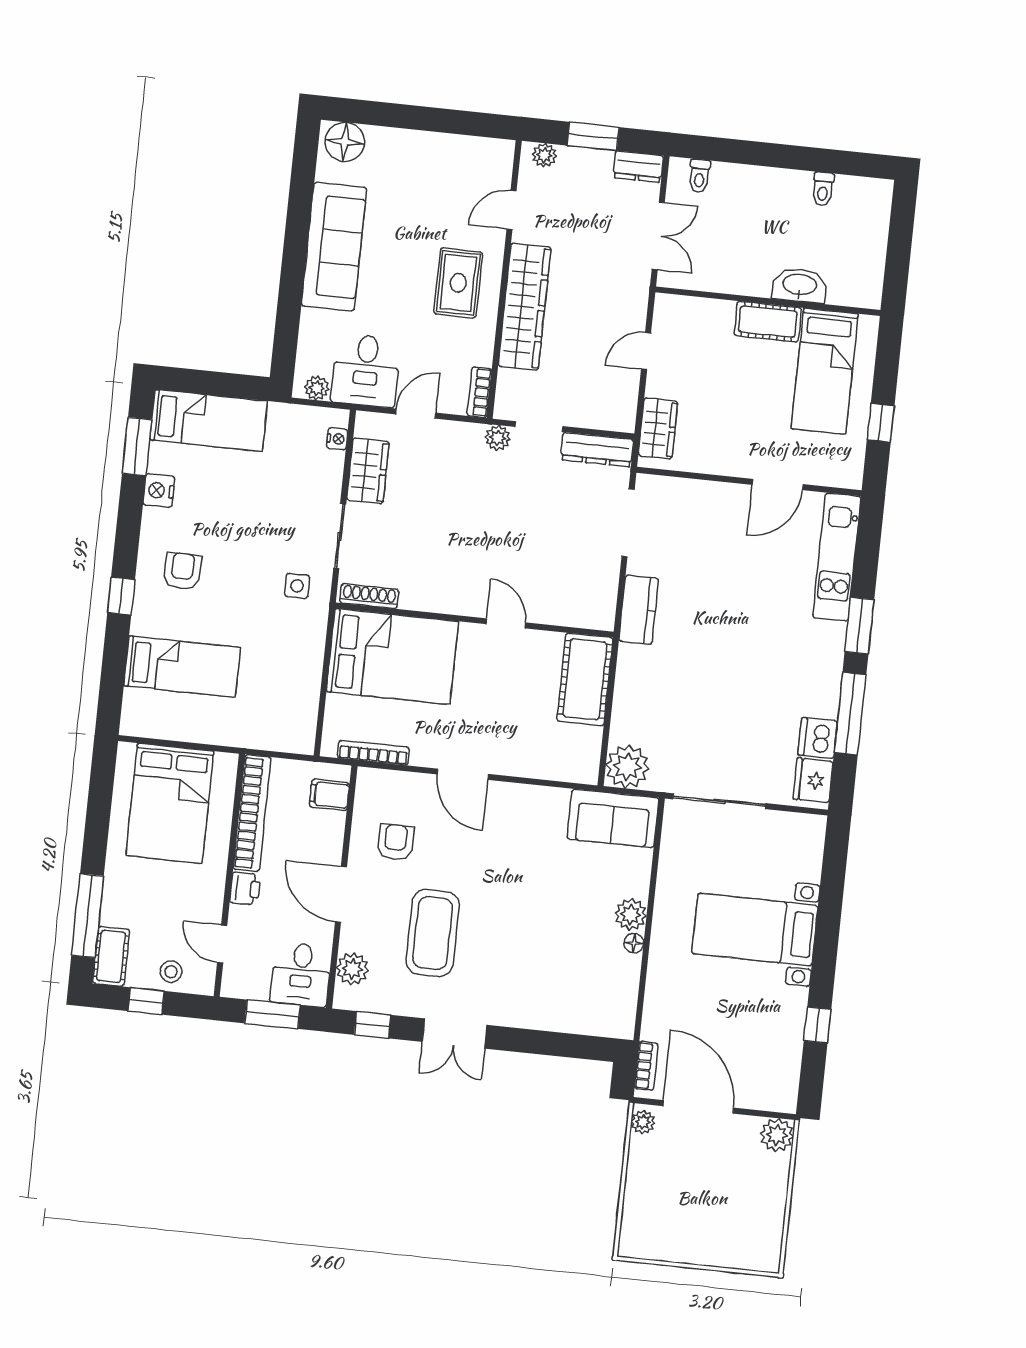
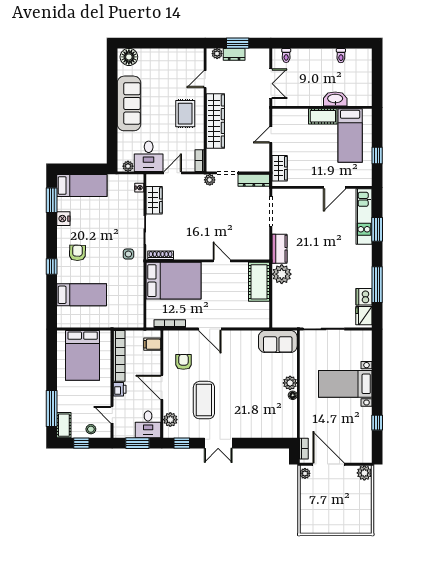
dresser: (638, 167) -> (234, 54), moved
window: (859, 626) -> (377, 229), moved
plant: (627, 767) -> (282, 274), moved

